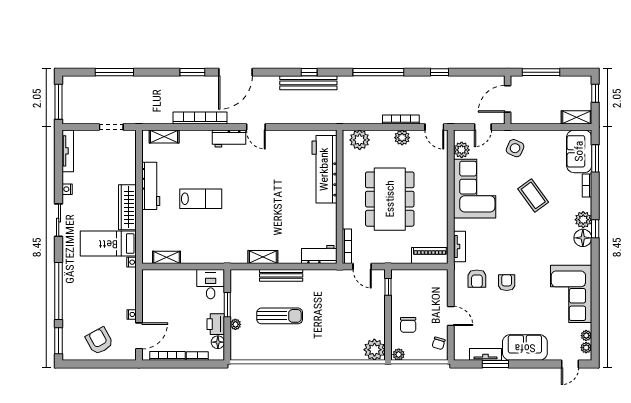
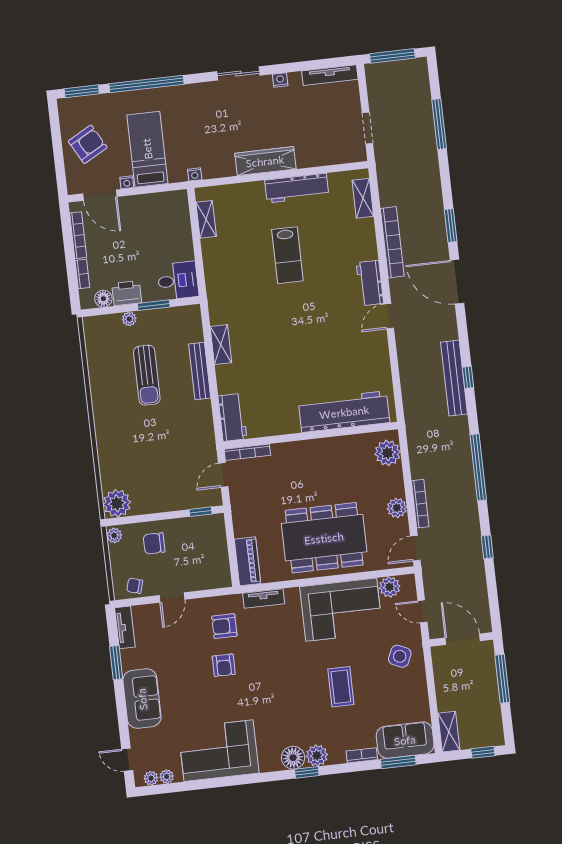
coffee table: (533, 195) -> (341, 687), turned -54
dining table: (390, 199) -> (324, 538), moved
bed: (108, 244) -> (147, 149), moved
armchair: (507, 283) -> (224, 665), turned 90
tv unit: (486, 354) -> (125, 627), moved

